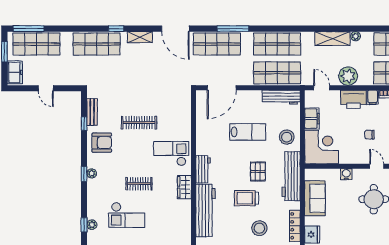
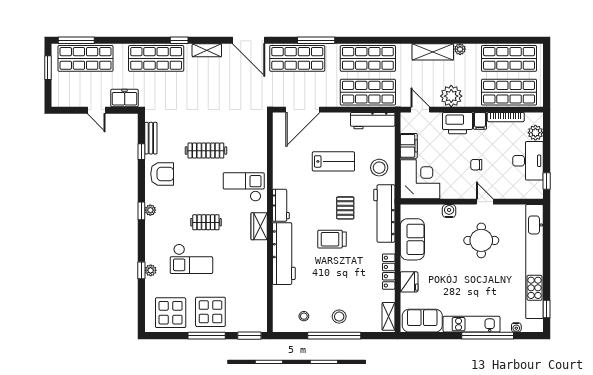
freezer: (15, 72) -> (125, 98), moved, turned -90
stool: (259, 228) -> (347, 274), removed

